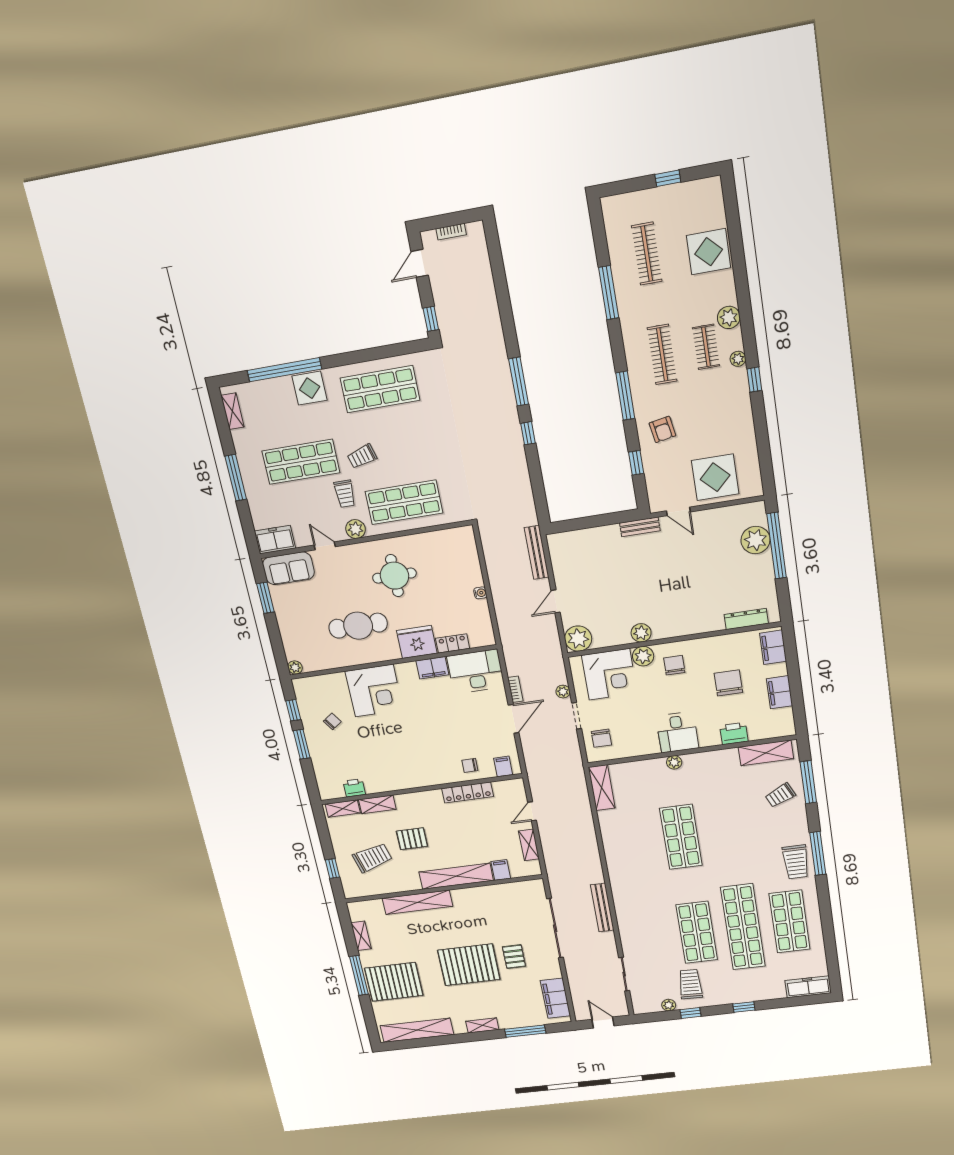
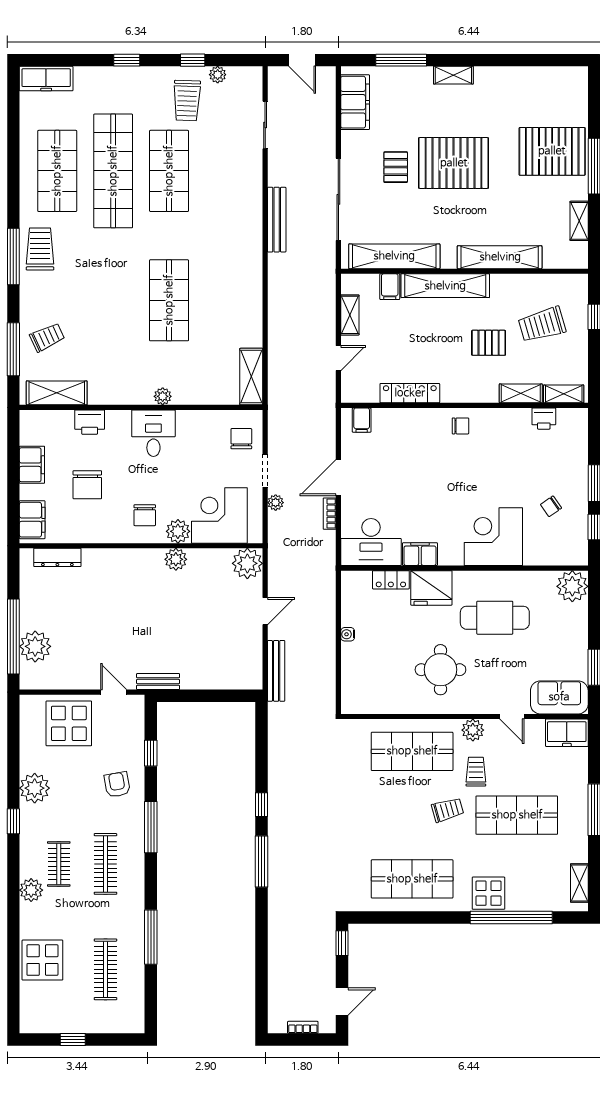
plant: (738, 359) -> (35, 788), moved, width x1.88, depth x1.88
plant: (295, 667) -> (572, 586), width x1.87, depth x1.87
chair: (470, 765) -> (460, 426), moved
shelving: (417, 1030) -> (394, 256), moved

